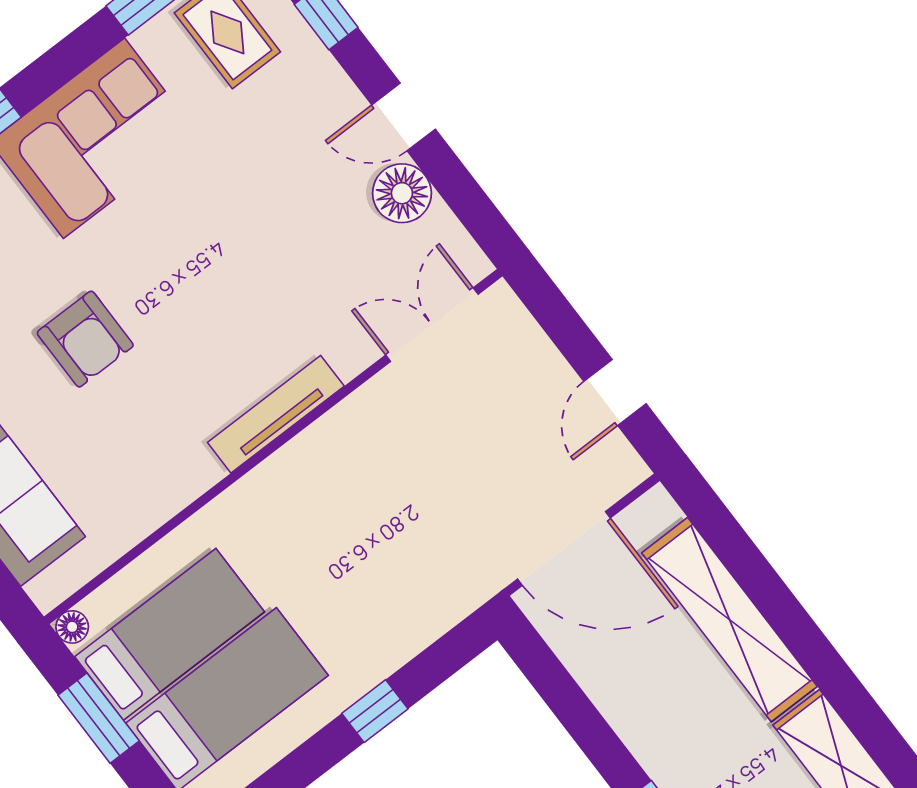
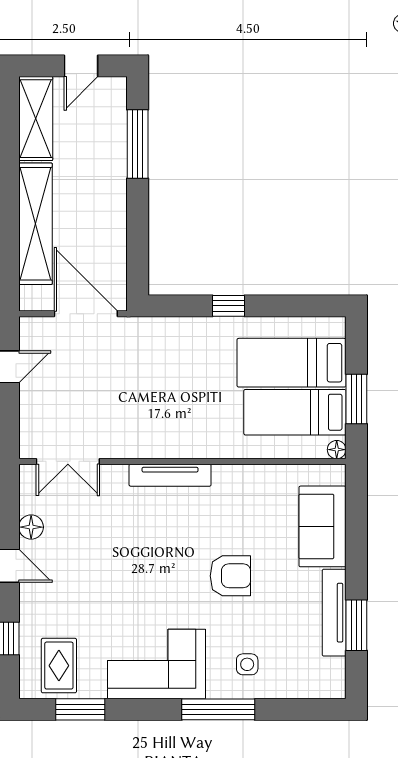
floor lamp: (402, 193) -> (31, 527), width x0.73, depth x0.73
armchair: (85, 339) -> (230, 576), turned 90

